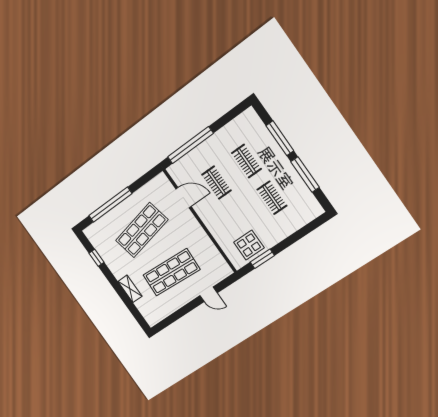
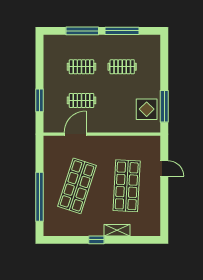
window: (190, 145) -> (40, 100), width x0.47
shop shelf: (142, 230) -> (77, 186), turned 30
window: (96, 258) -> (96, 240), moved
window: (262, 259) -> (164, 106), width x1.44
door: (209, 294) -> (164, 168), hinge flipped

